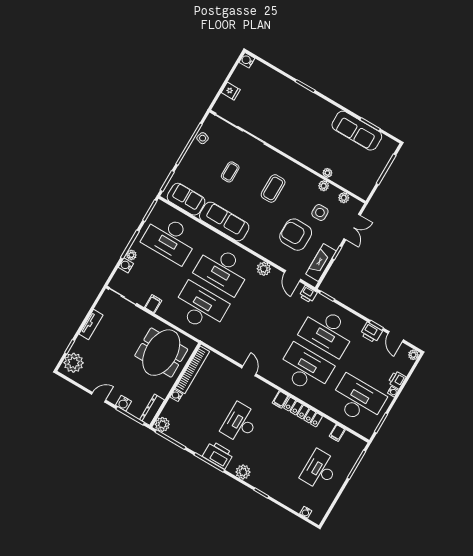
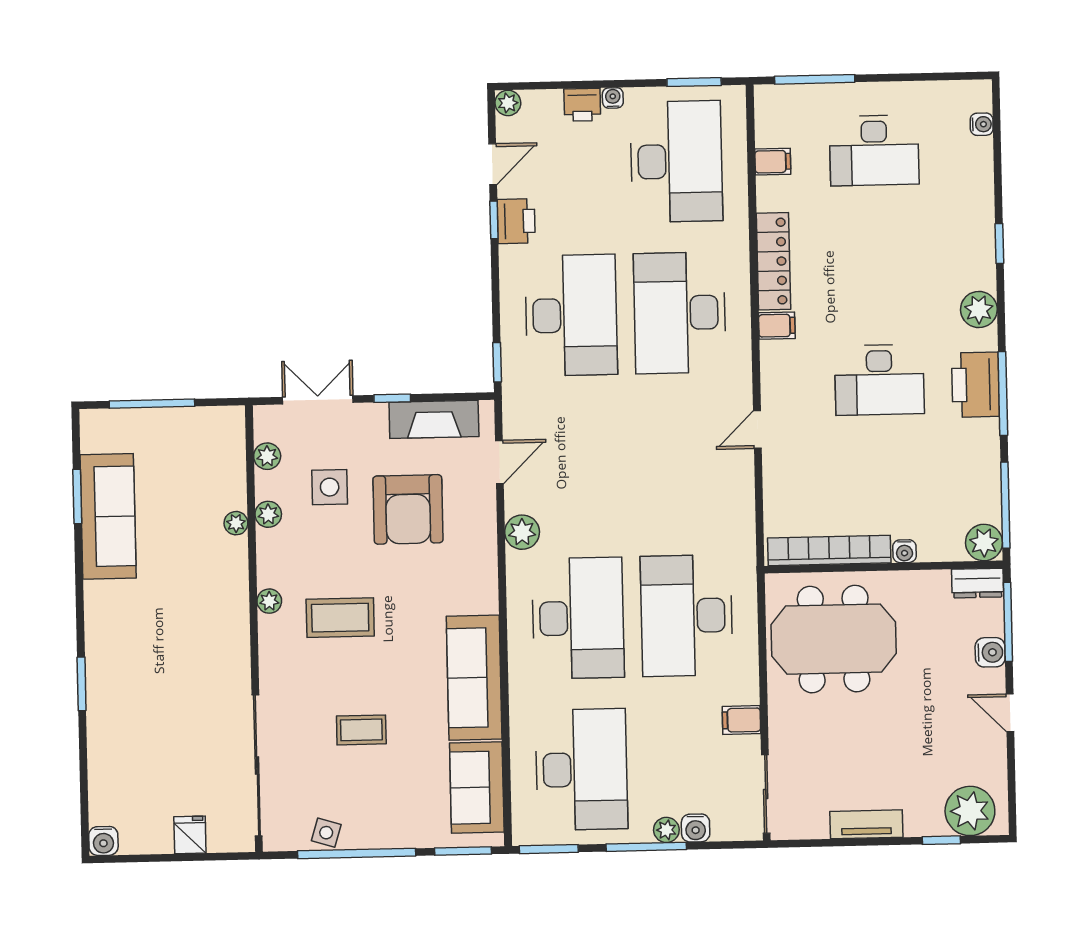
plant: (294, 168) -> (269, 601), added
printer: (308, 294) -> (518, 405), removed
desk: (358, 400) -> (676, 161), turned 180
dresser: (152, 410) -> (978, 583), width x0.70

